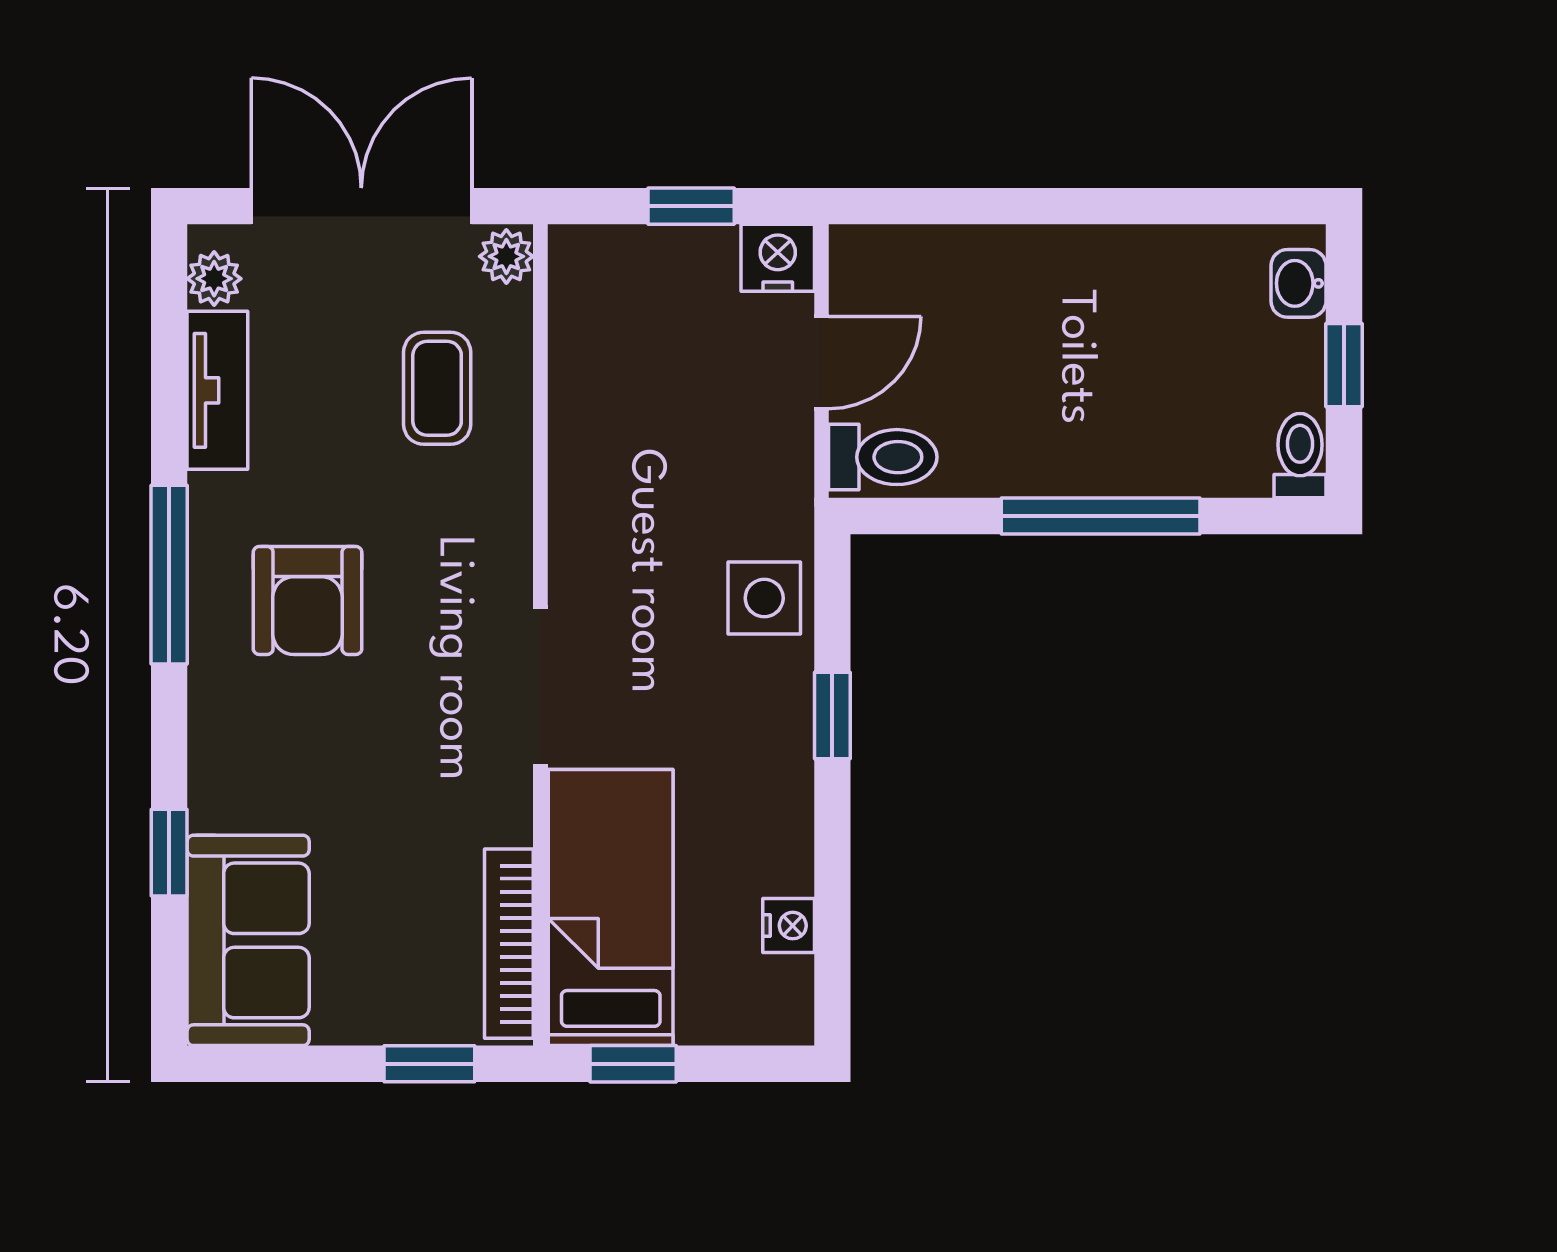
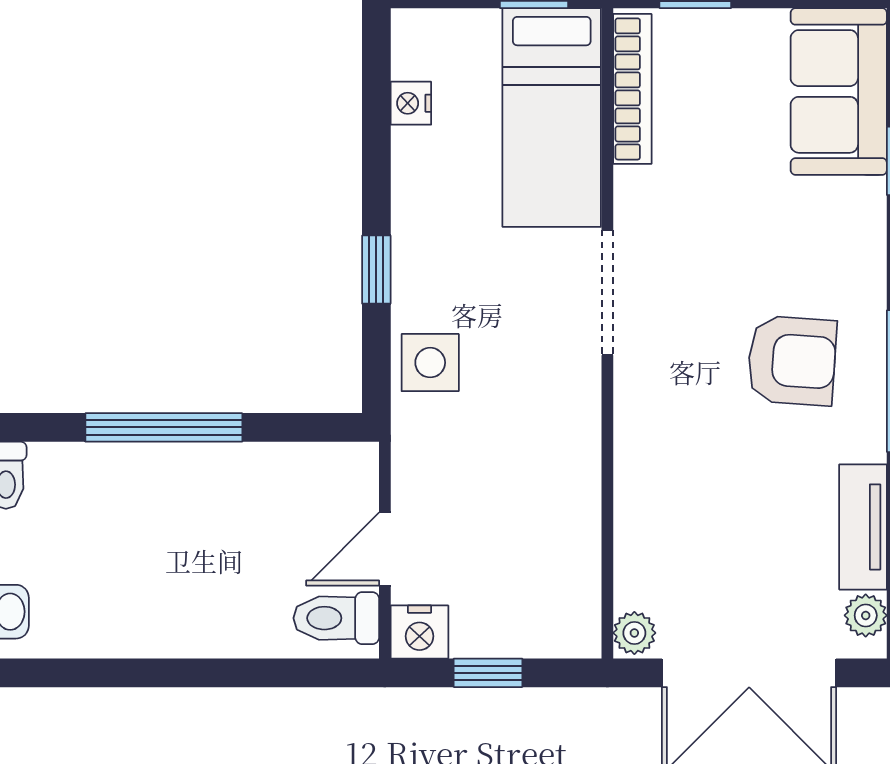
coffee table: (437, 388) -> (689, 529), removed
toilet: (883, 457) -> (336, 618), moved
armchair: (308, 600) -> (792, 361), turned 94

